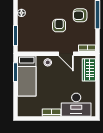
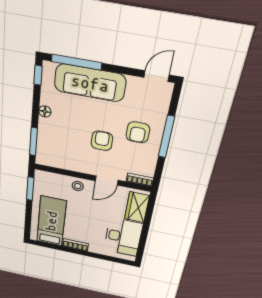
armchair: (80, 15) -> (138, 132), turned -90
door: (66, 54) -> (107, 180), hinge flipped
bed: (27, 76) -> (51, 221), moved, turned 180
desk: (76, 105) -> (123, 237), moved, turned -90

